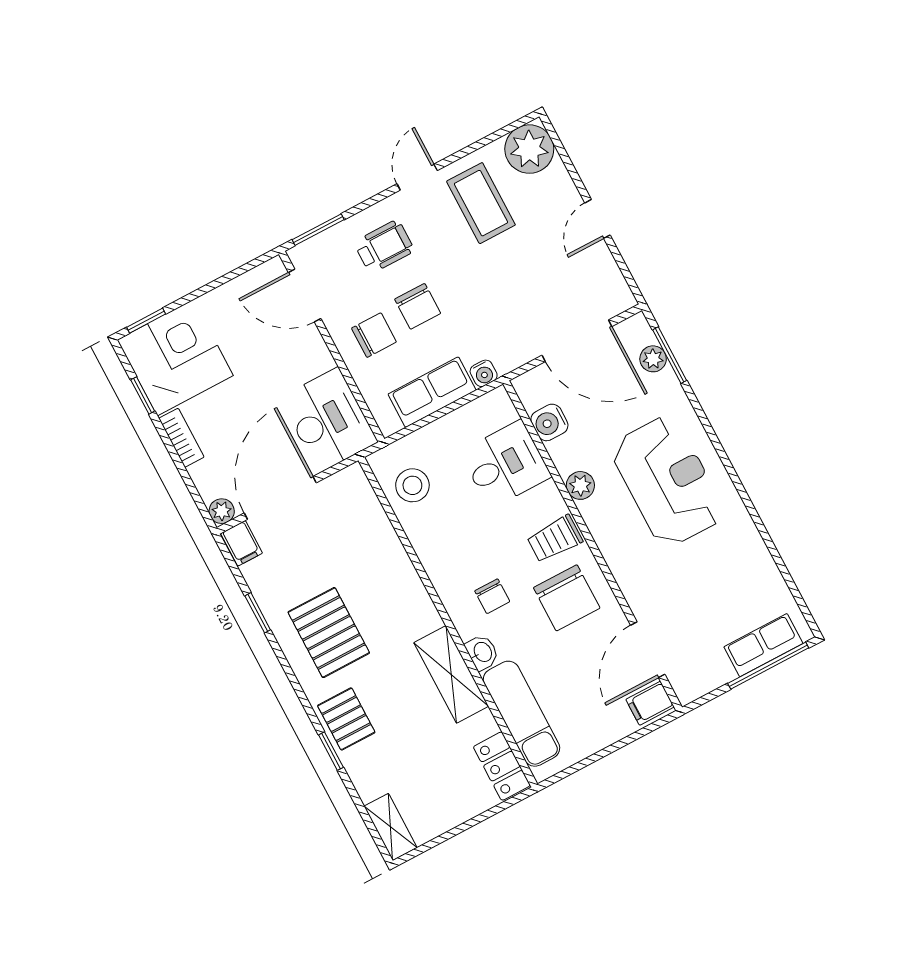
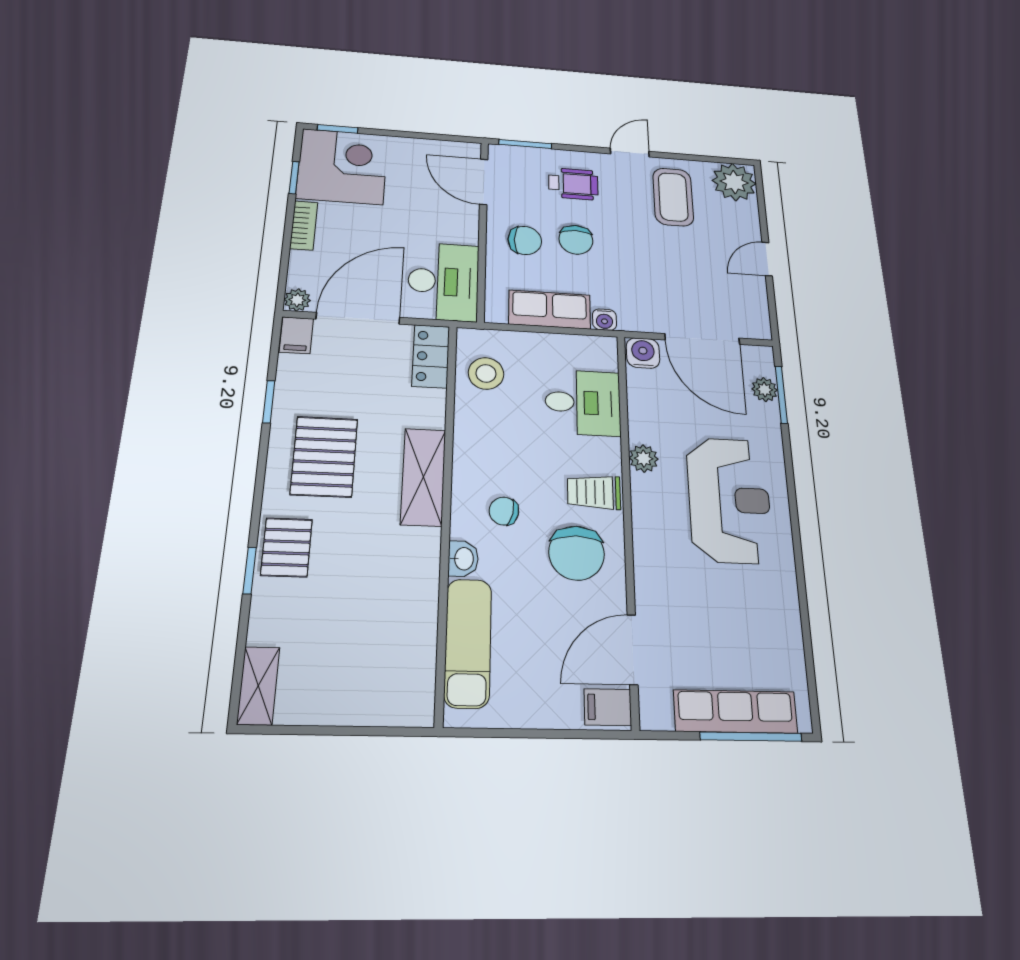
water cooler: (549, 422) -> (643, 353), moved, turned 90
chair: (492, 596) -> (504, 511), turned 102
row of seats: (763, 645) -> (735, 711), width x1.48
shelving: (451, 674) -> (423, 477), moved
locker: (502, 766) -> (431, 356), moved

